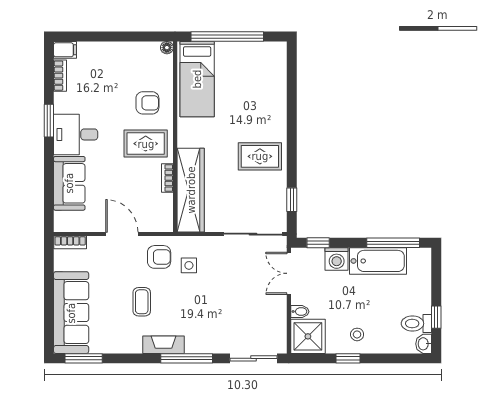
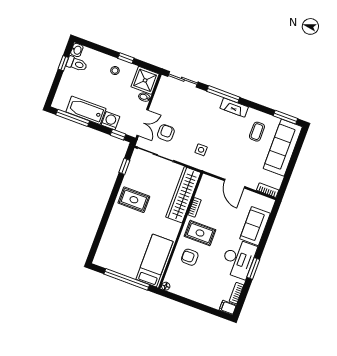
desk: (76, 134) -> (239, 259), width x1.37
armchair: (159, 257) -> (166, 133), moved, turned 90
coffee table: (142, 302) -> (257, 132), moved

